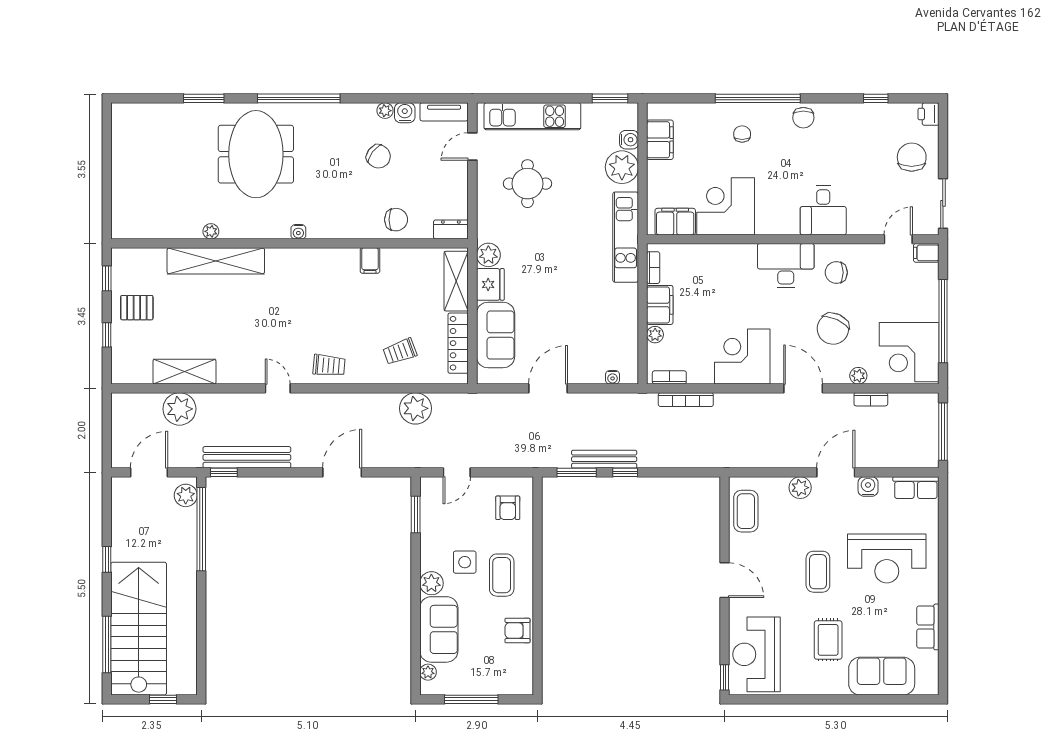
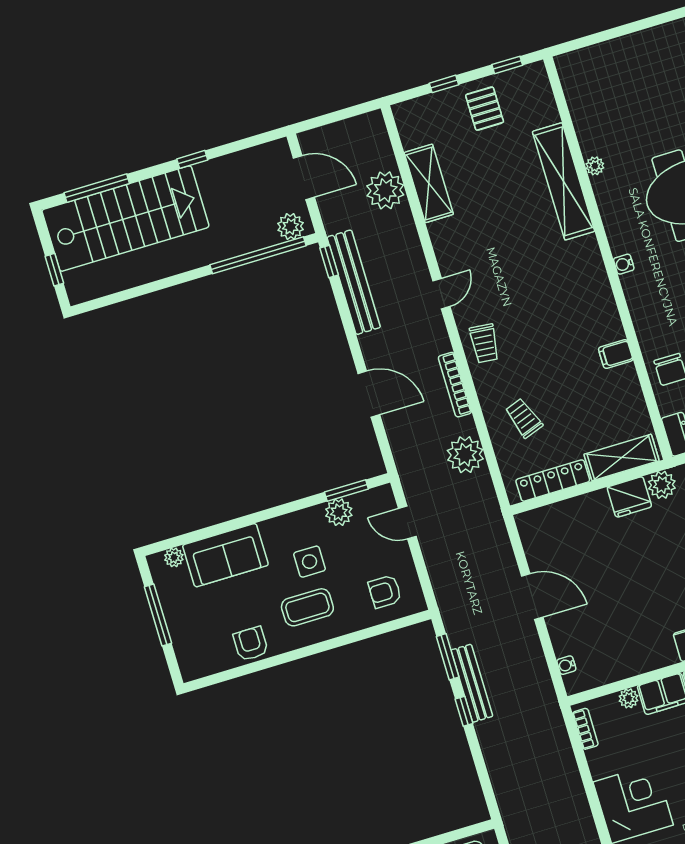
sofa: (496, 335) -> (574, 520), removed
bookcase: (686, 400) -> (455, 385), moved
plant: (431, 583) -> (339, 512), moved

